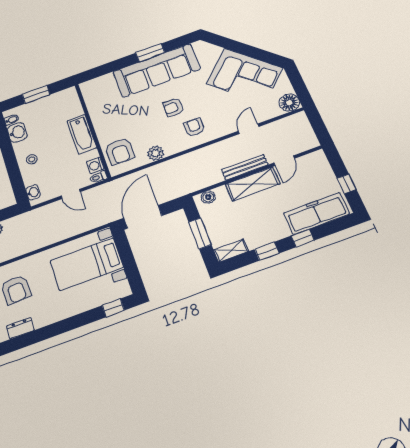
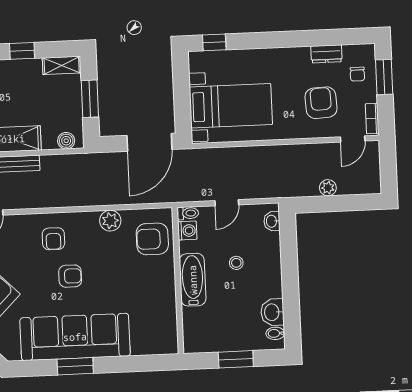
armchair: (120, 151) -> (152, 239), turned -90
stool: (32, 159) -> (236, 263), moved
door: (71, 194) -> (227, 203), swing flipped

